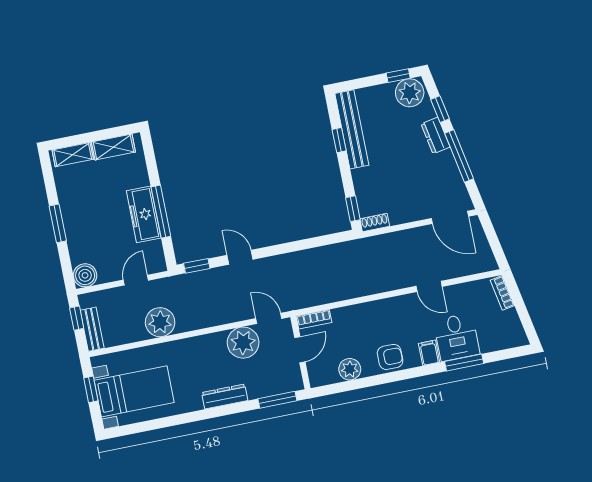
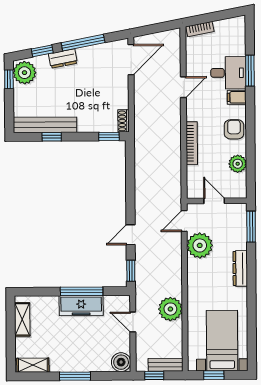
shelving: (73, 155) -> (33, 365), moved, turned 90
bookcase: (314, 319) -> (192, 143), moved, width x1.56

